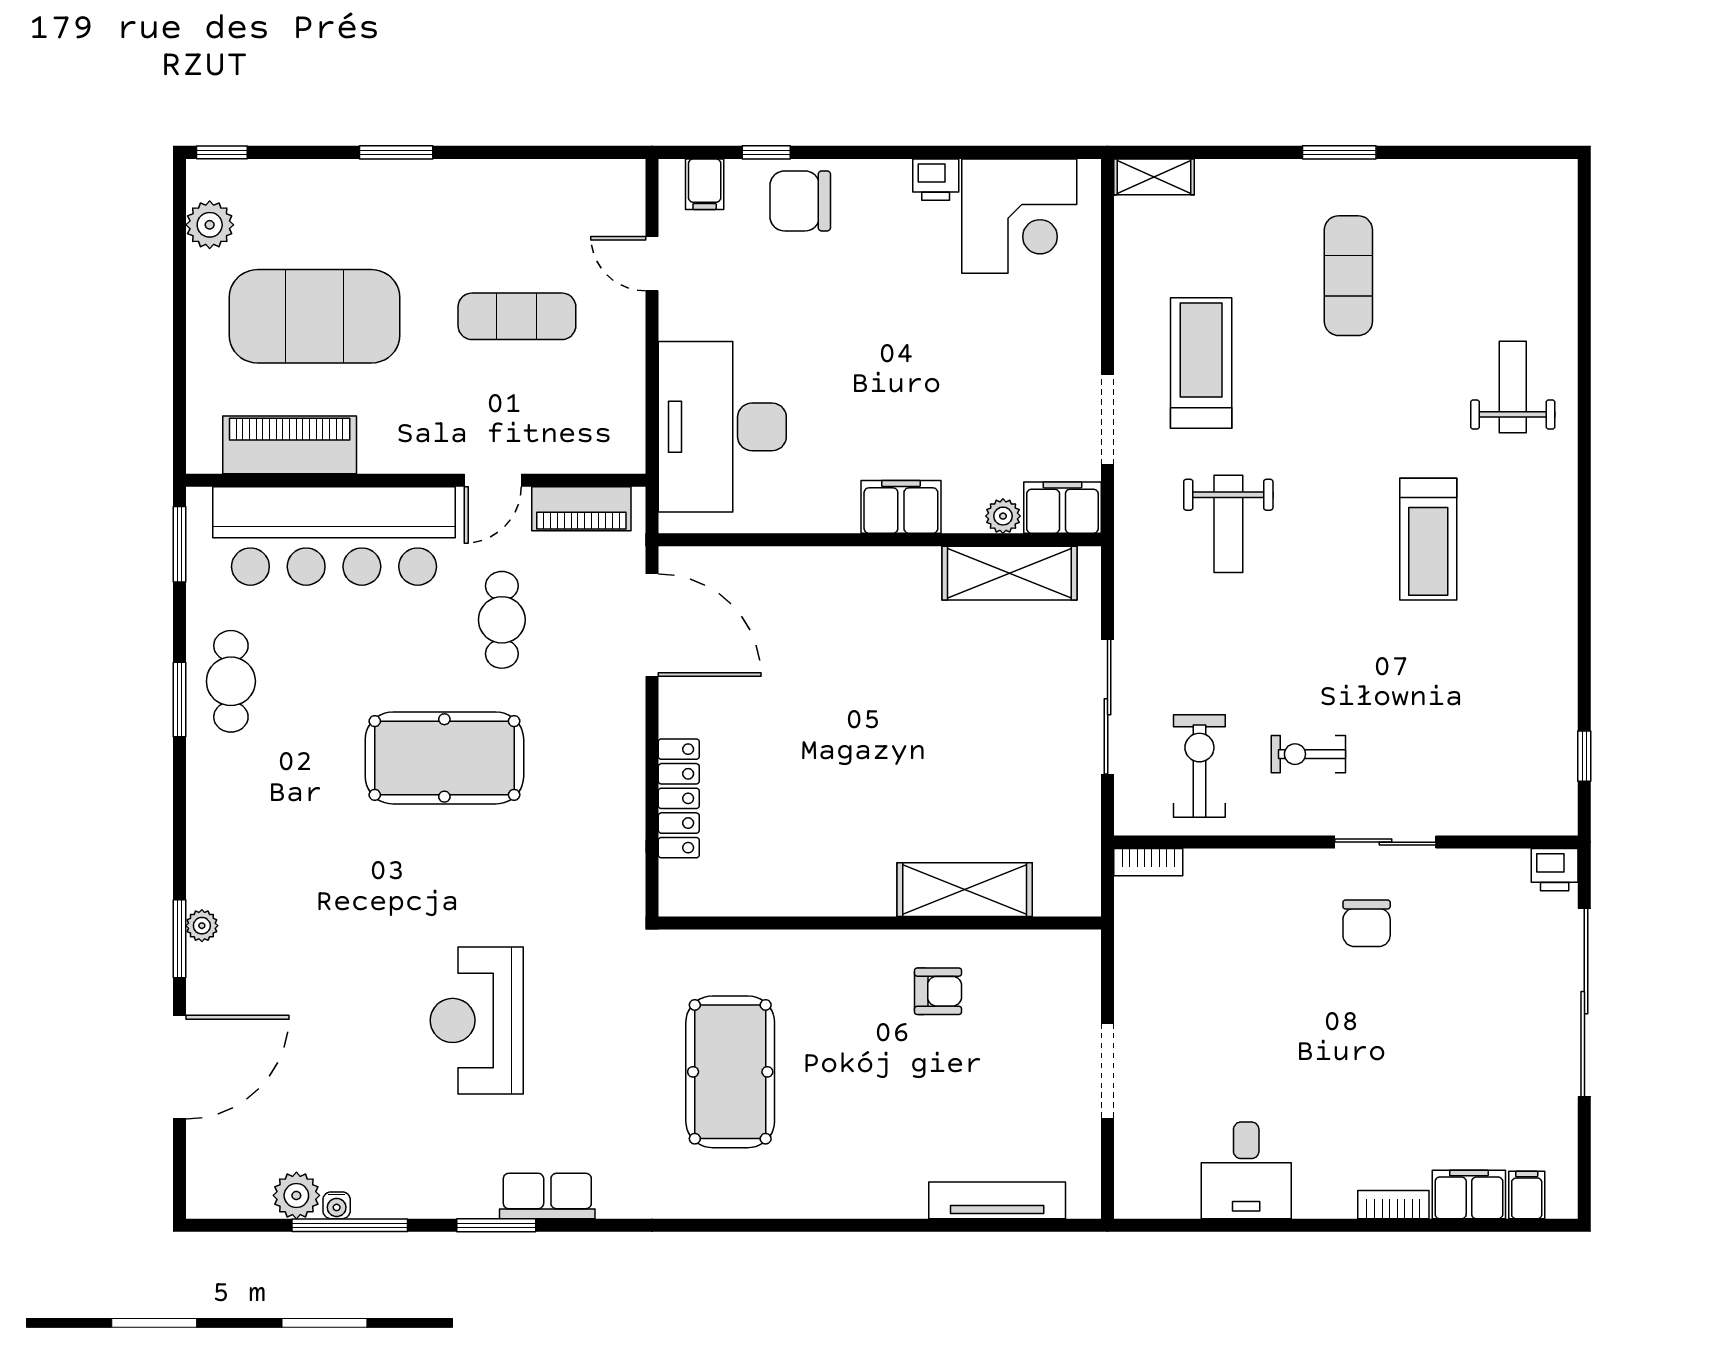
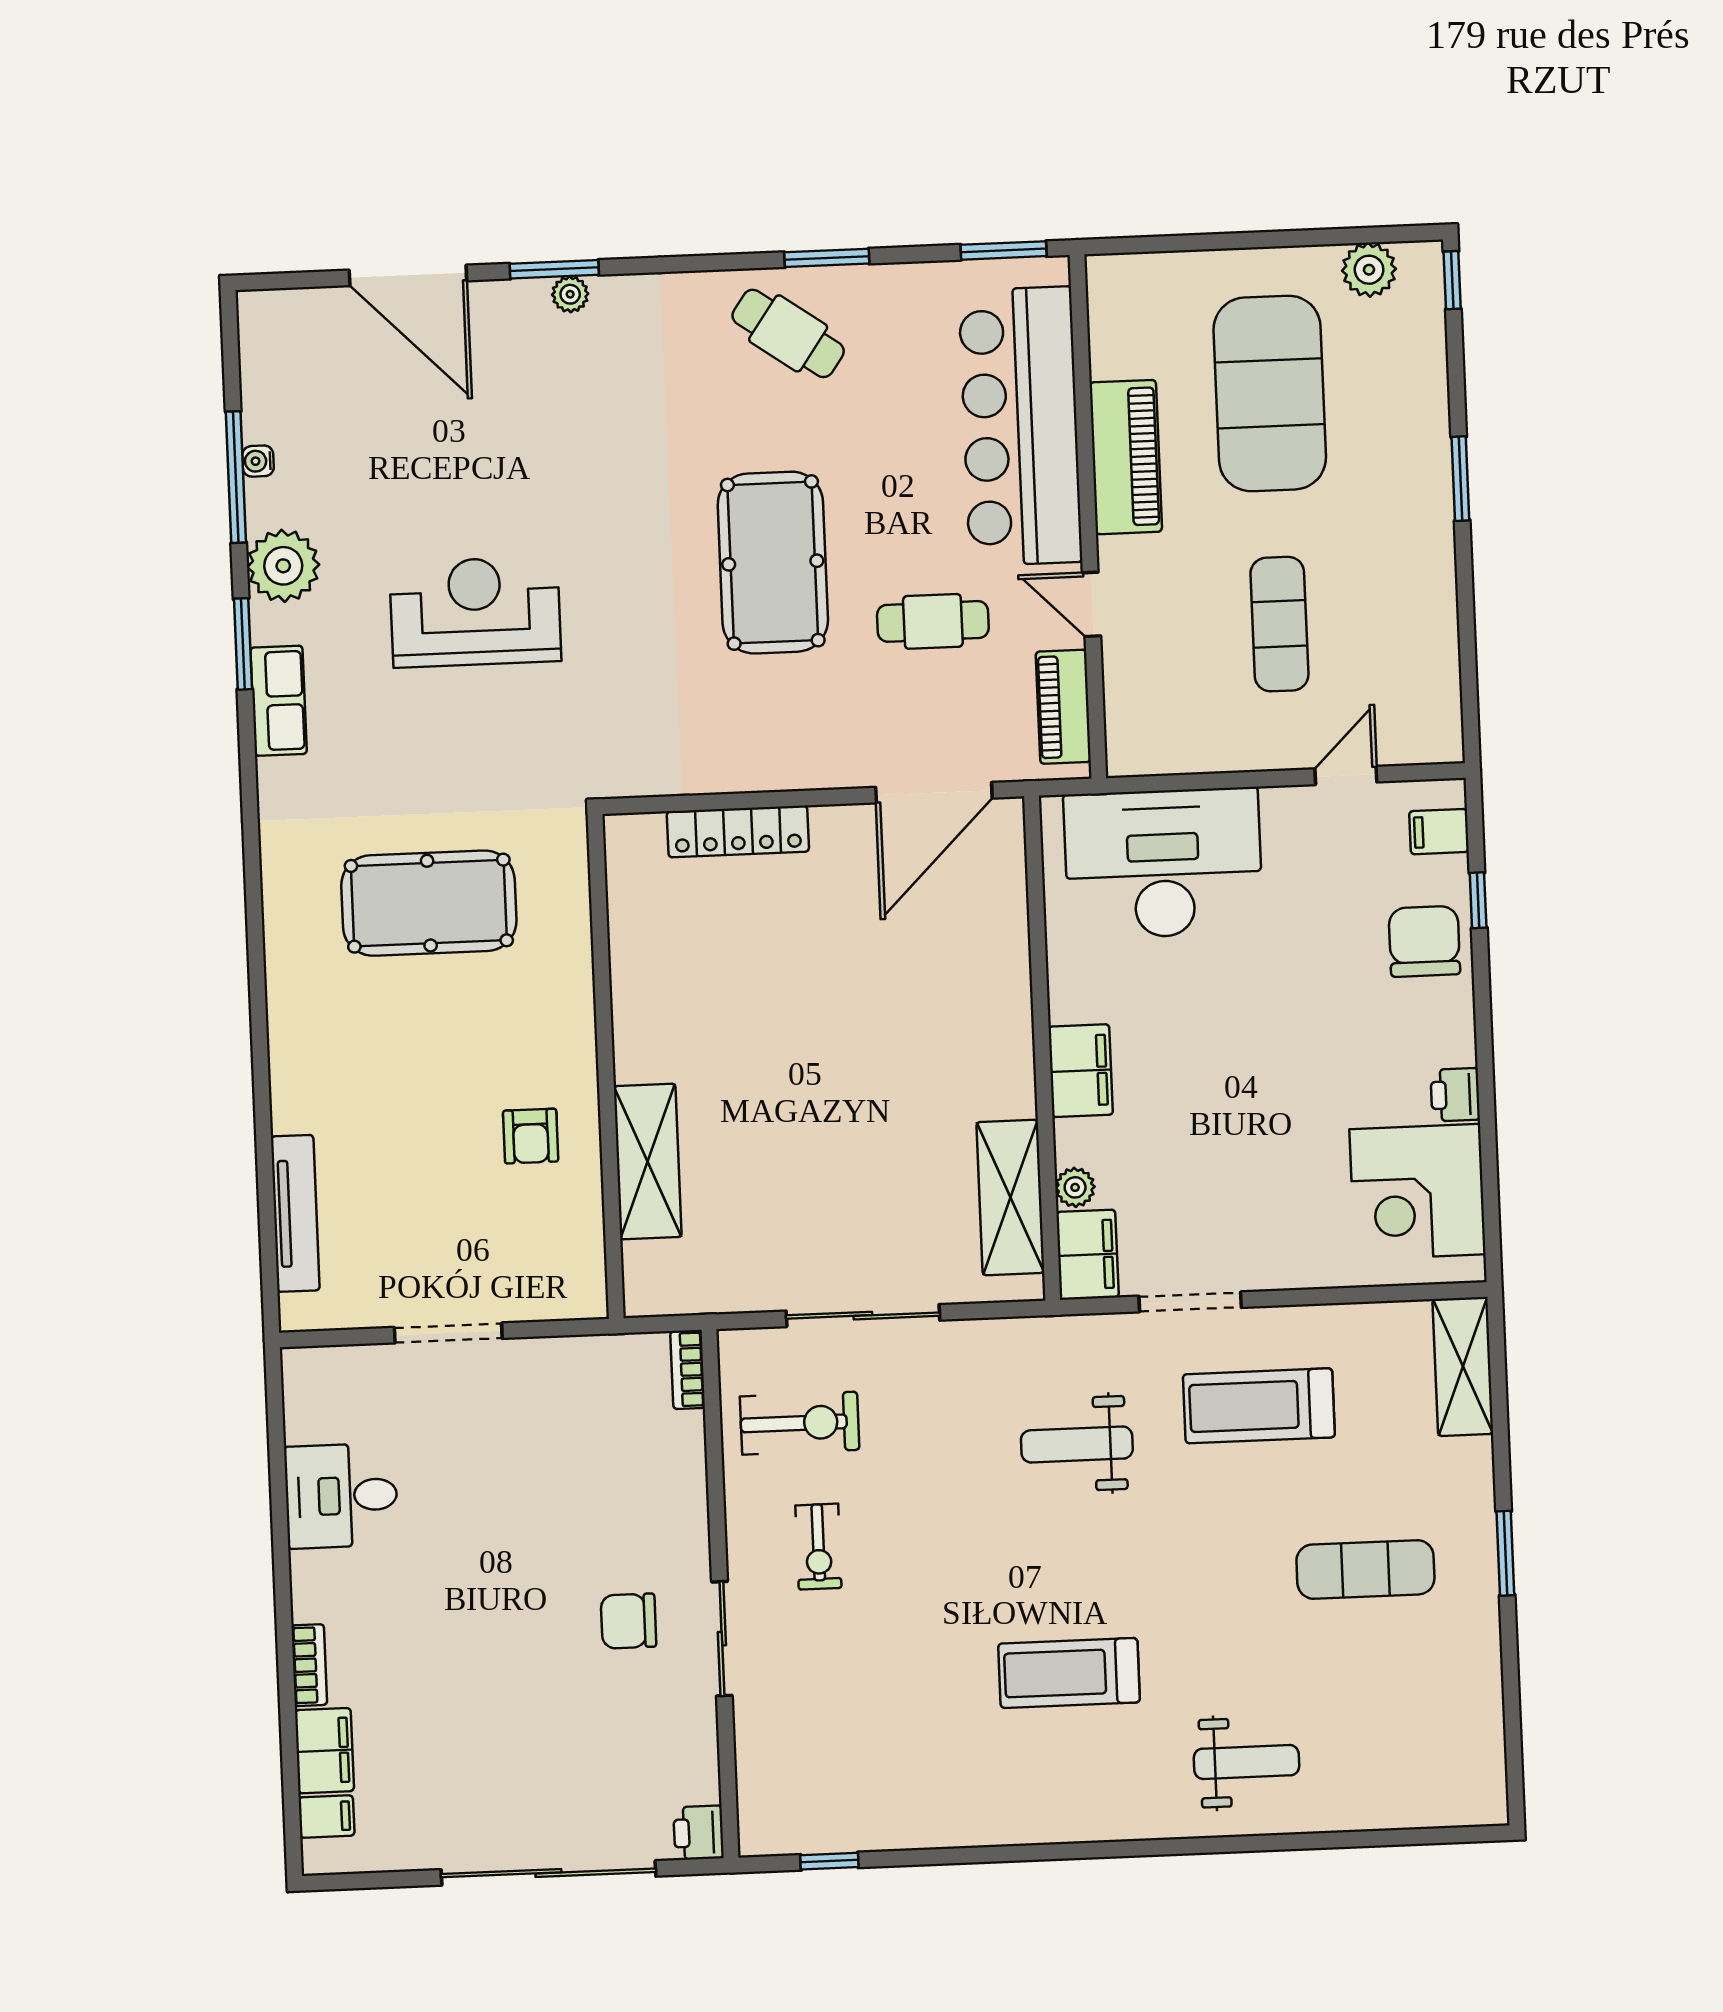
shelving: (1154, 177) -> (1463, 1366), width x1.50, depth x1.33
treadmill: (1201, 363) -> (1259, 1406), turned 180
piano: (290, 445) -> (1126, 457), moved
cafe table: (231, 681) -> (788, 333), moved, turned 35
exercise bike: (1308, 754) -> (818, 1547), turned 180
plant: (296, 1195) -> (283, 566), moved, width x1.36, depth x1.36

